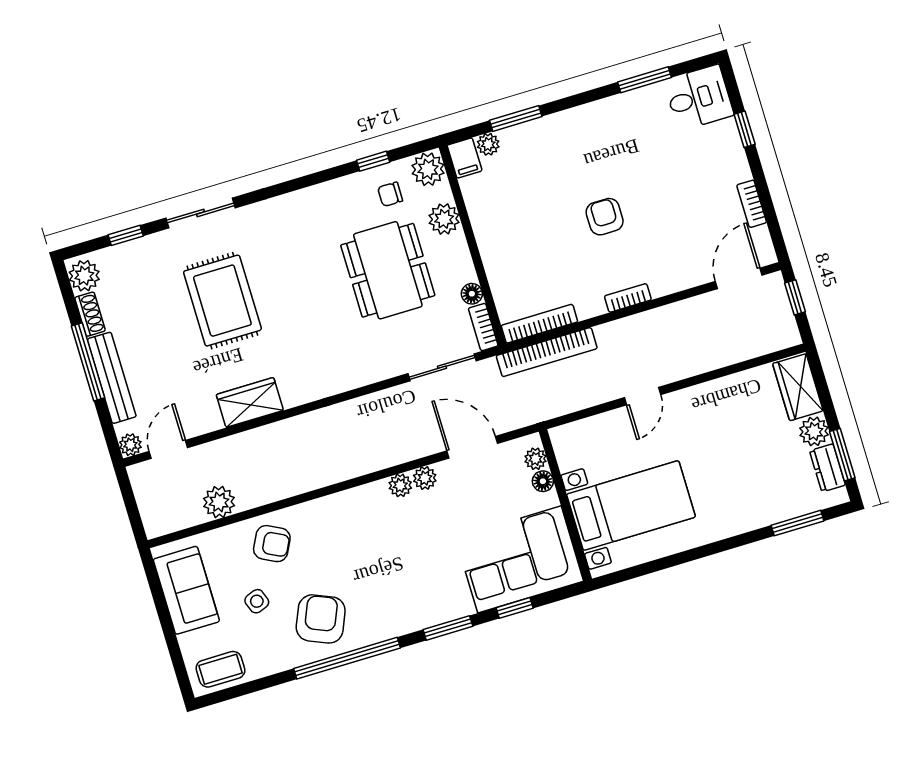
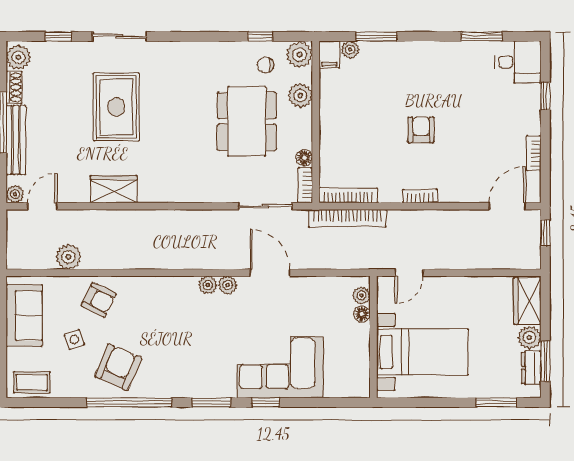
plant: (536, 459) -> (361, 295), moved
floor lamp: (543, 481) -> (362, 314), moved
wall: (565, 505) -> (373, 337), moved
bed with nightstands: (631, 506) -> (422, 352), moved

